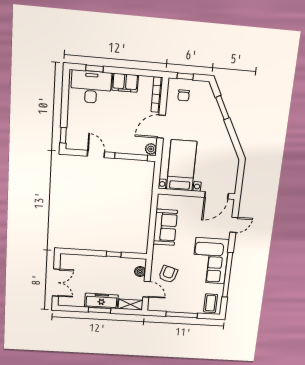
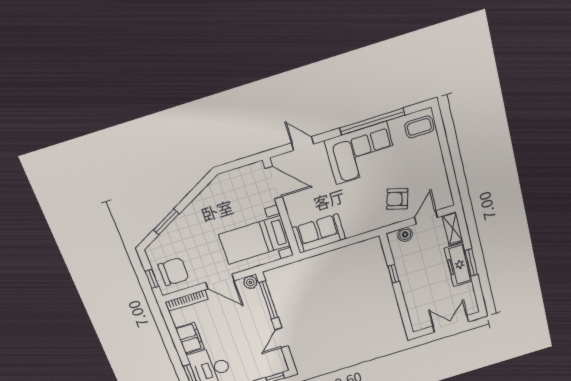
chair: (184, 95) -> (174, 272), width x1.87, depth x1.87
sofa: (165, 227) -> (319, 233), moved
window: (182, 315) -> (447, 158), removed

